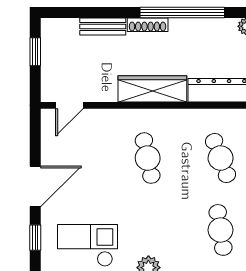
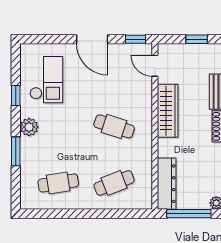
wardrobe: (152, 89) -> (168, 111), moved
cafe table: (148, 158) -> (114, 126), turned 30
window: (35, 238) -> (135, 39), moved

